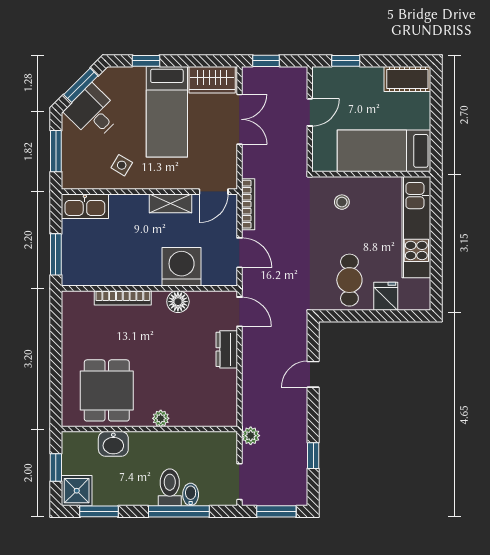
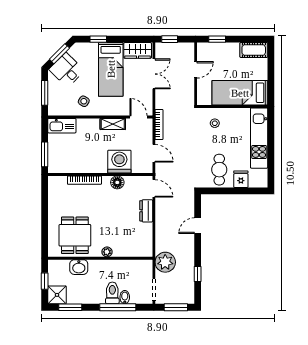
door: (214, 192) -> (138, 117), swing flipped
plant: (251, 436) -> (165, 262), width x1.87, depth x1.87

